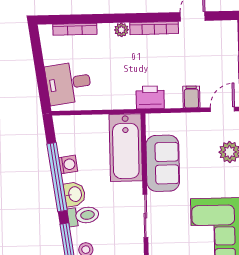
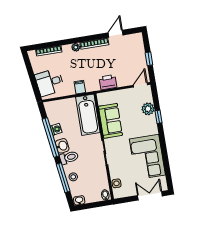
printer: (150, 97) -> (108, 82), moved
filing cabinet: (191, 97) -> (80, 87), moved

